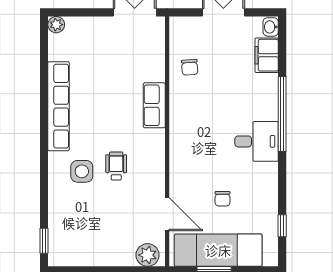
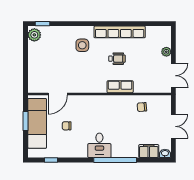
plant: (56, 25) -> (166, 52), moved
wheelchair: (116, 166) -> (117, 59), moved
plant: (148, 255) -> (34, 35), moved

